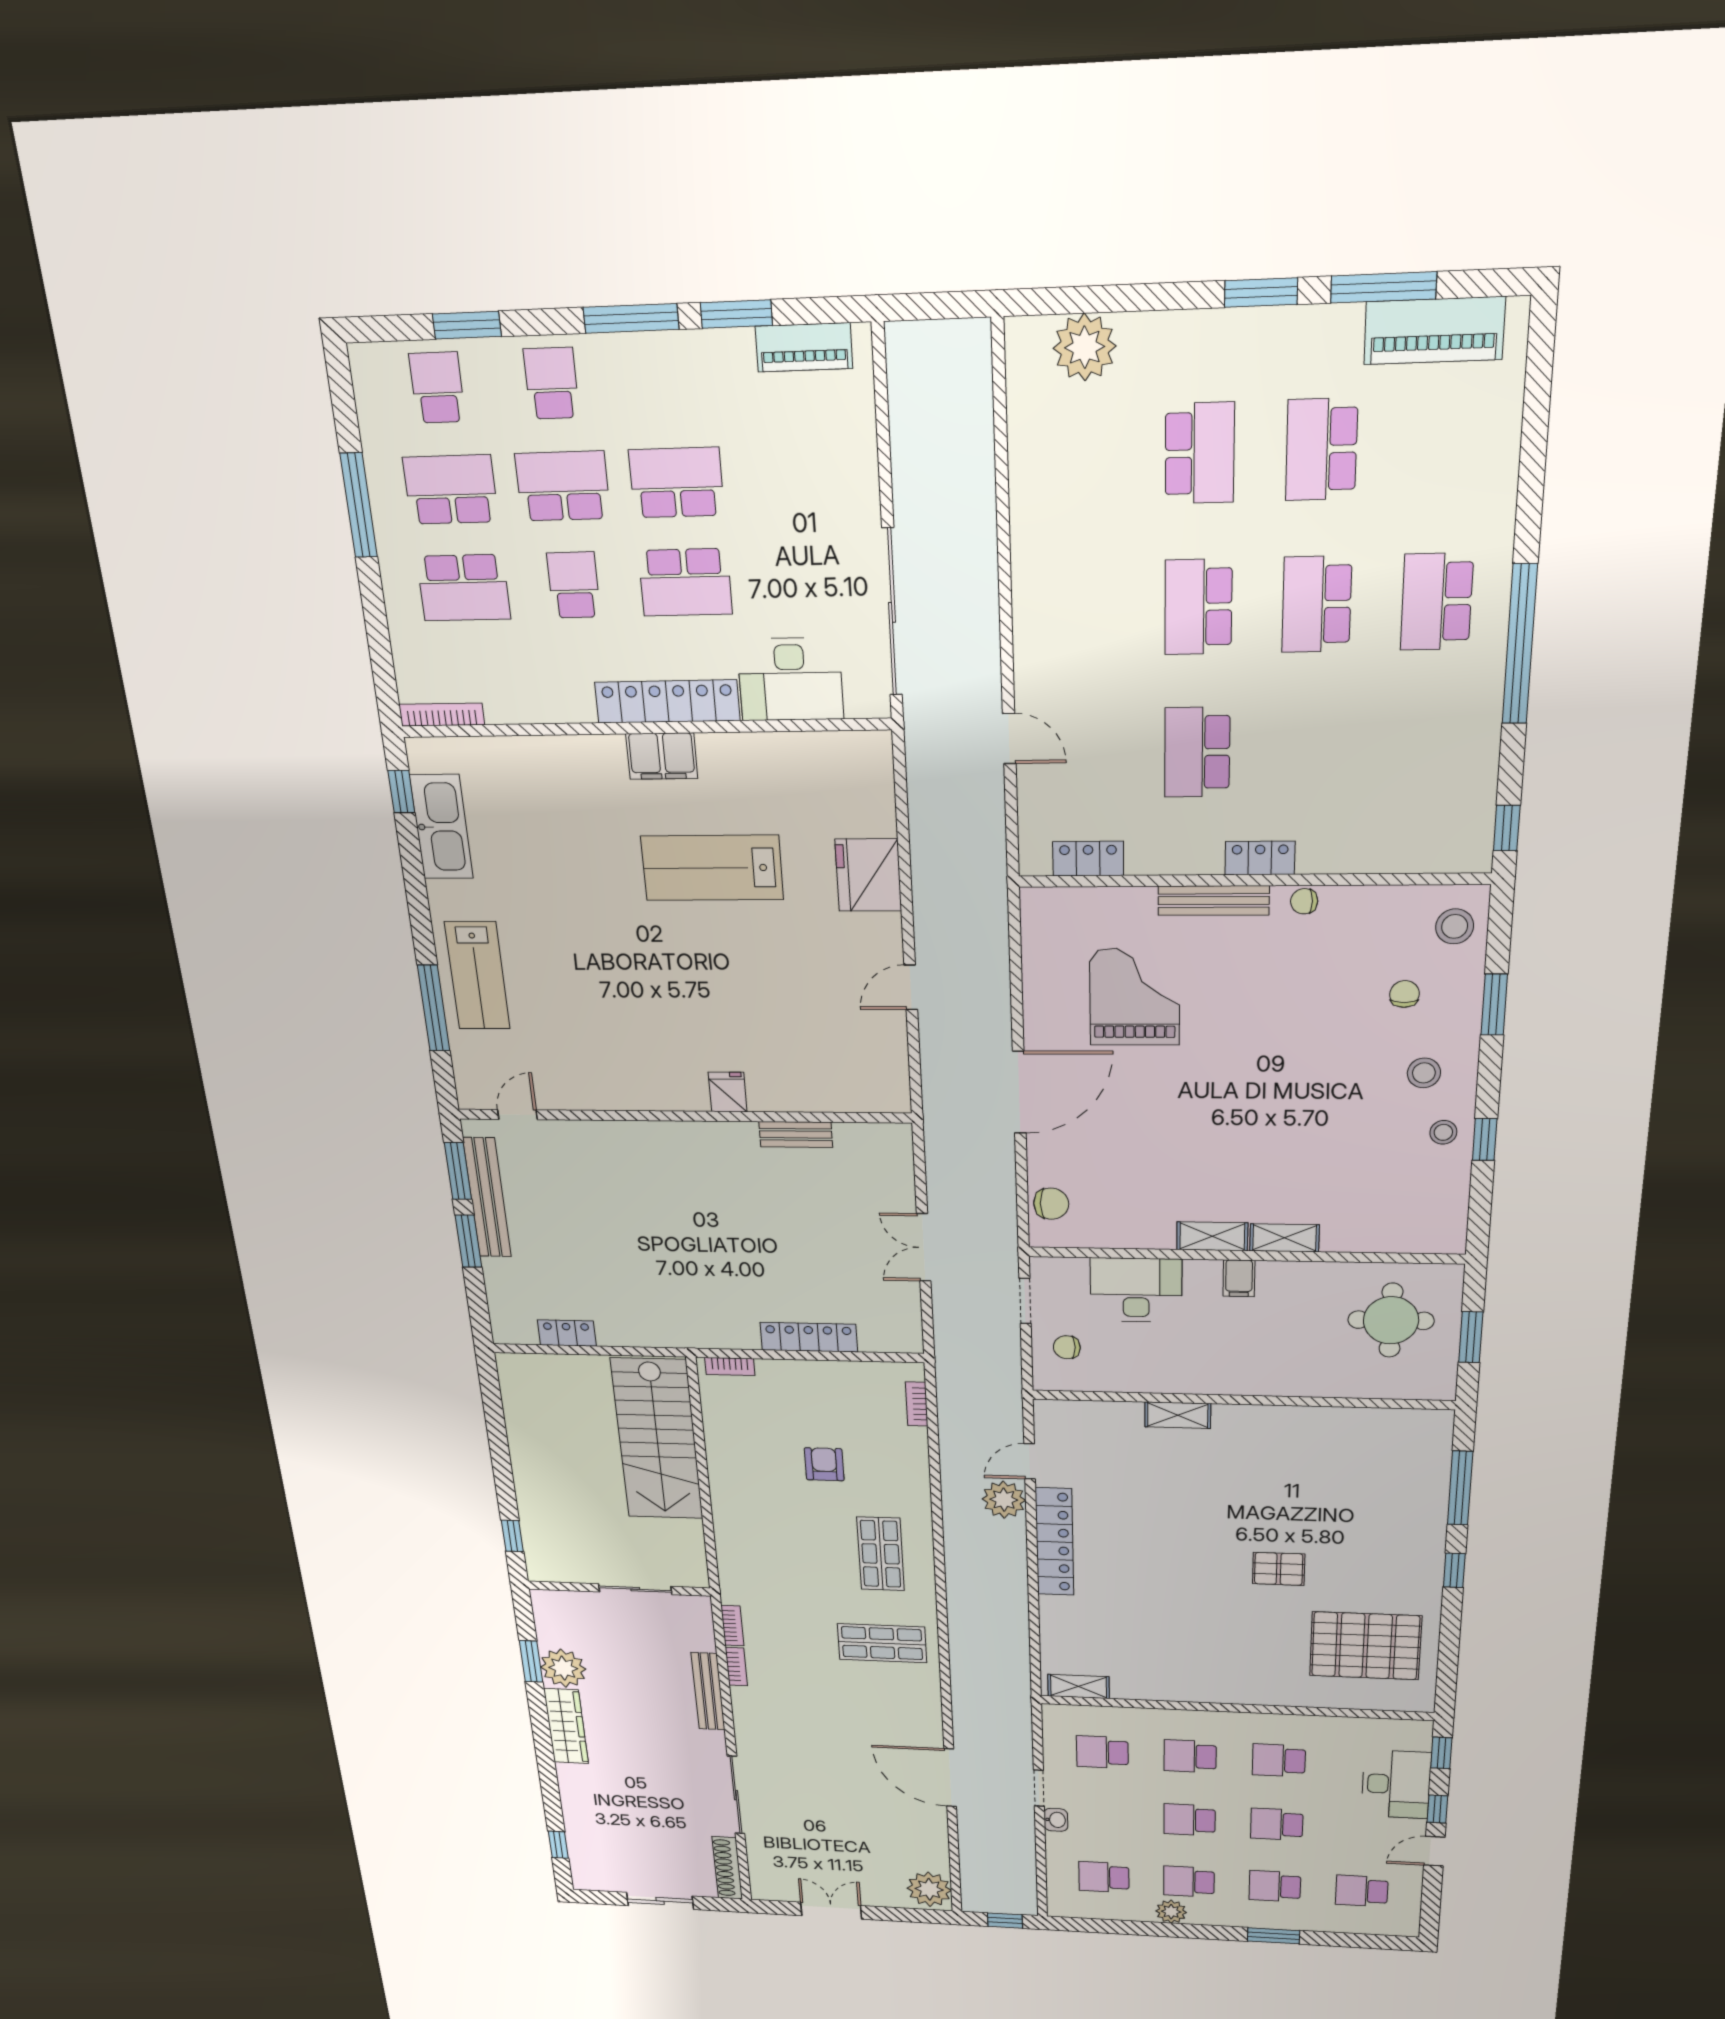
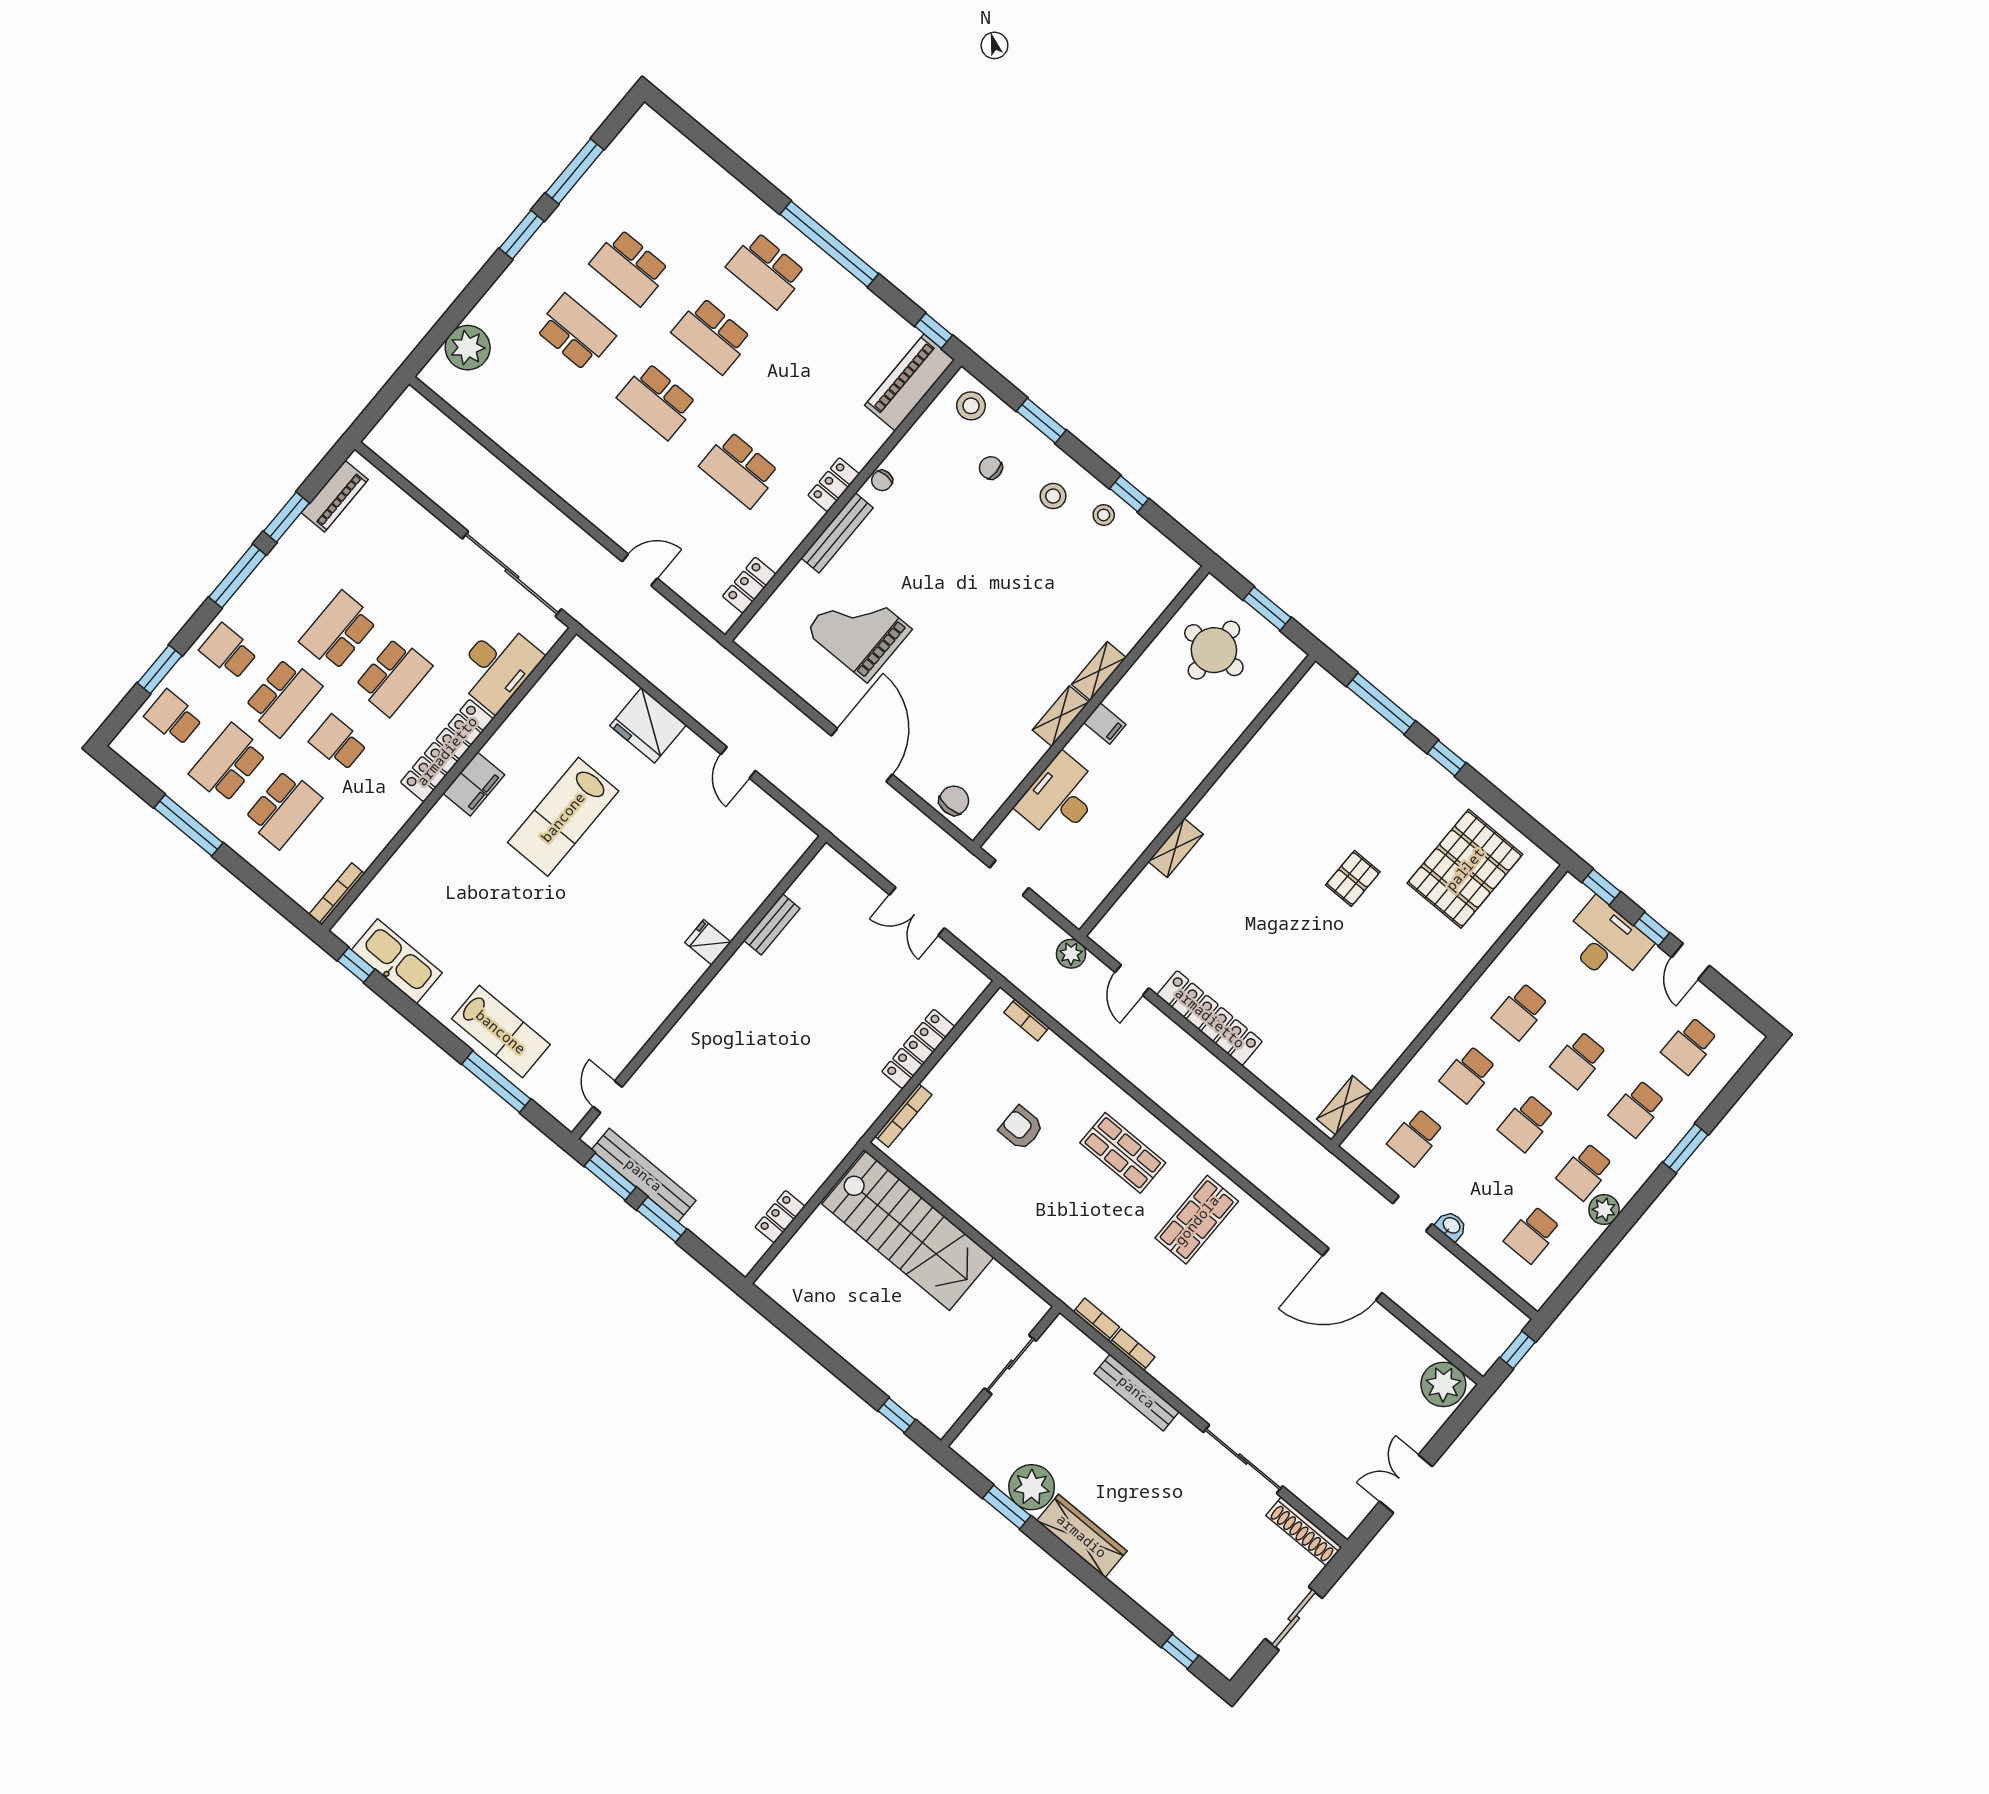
piano: (1434, 331) -> (910, 382), moved, turned 180
school desk: (563, 486) -> (283, 697), turned 180
chair: (1067, 1347) -> (1065, 879), removed
bookcase: (730, 1366) -> (903, 1115), width x1.56
plant: (1004, 1500) -> (1071, 954), moved, width x0.73, depth x0.73

